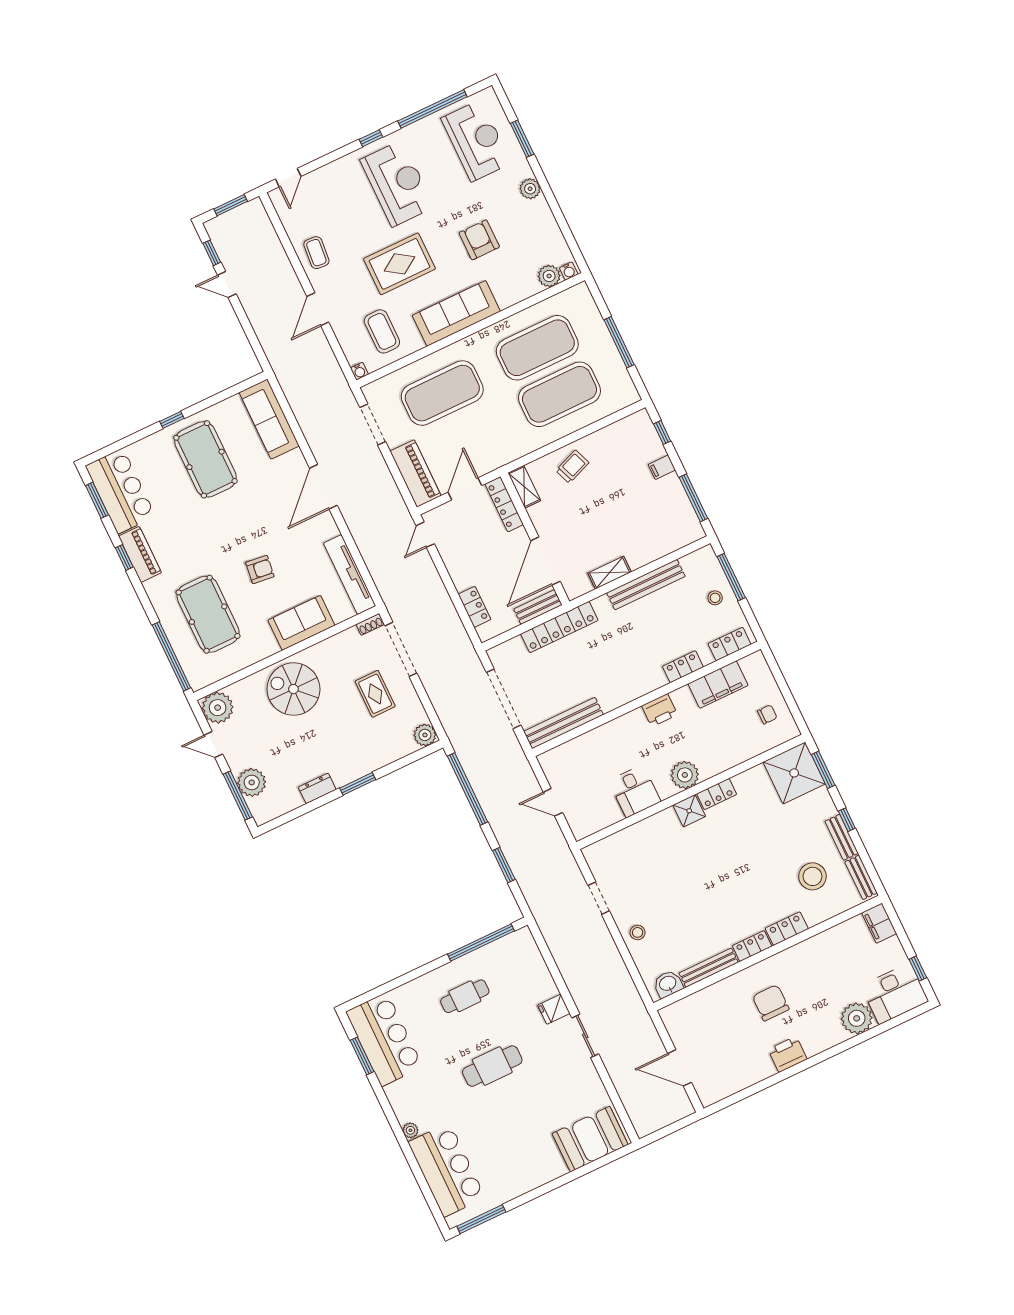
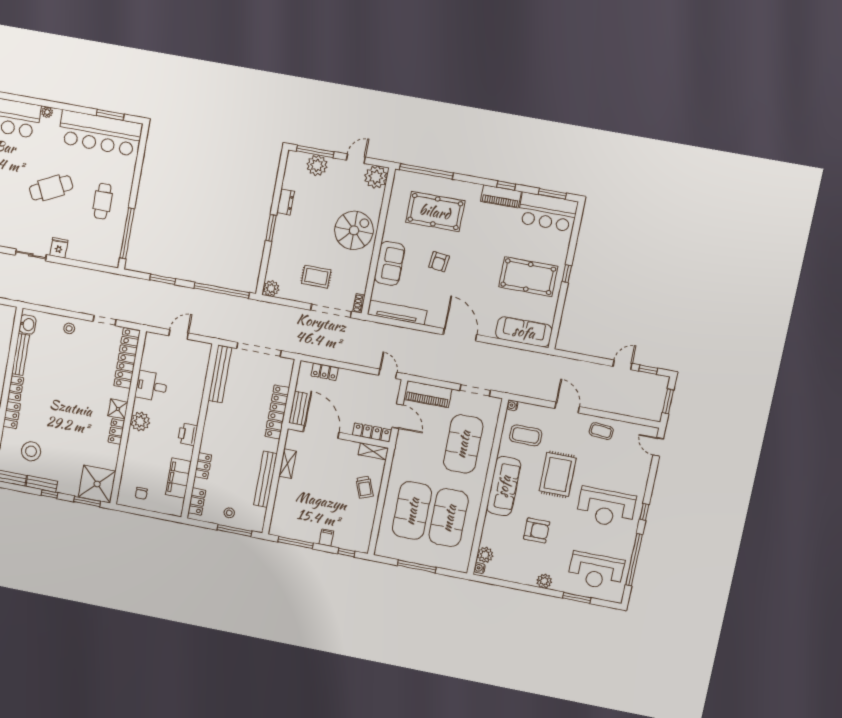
locker: (623, 842) -> (127, 358), added
bar counter: (384, 1039) -> (100, 133), width x1.36
cafe table: (492, 1066) -> (51, 188), turned 64

